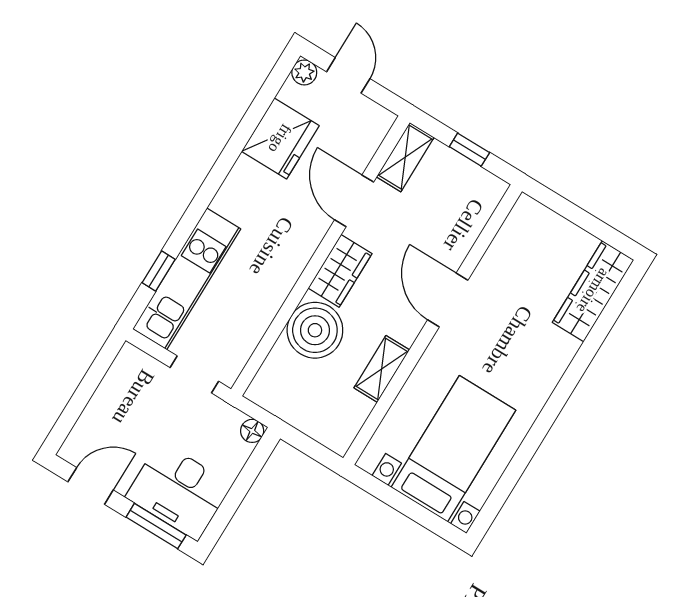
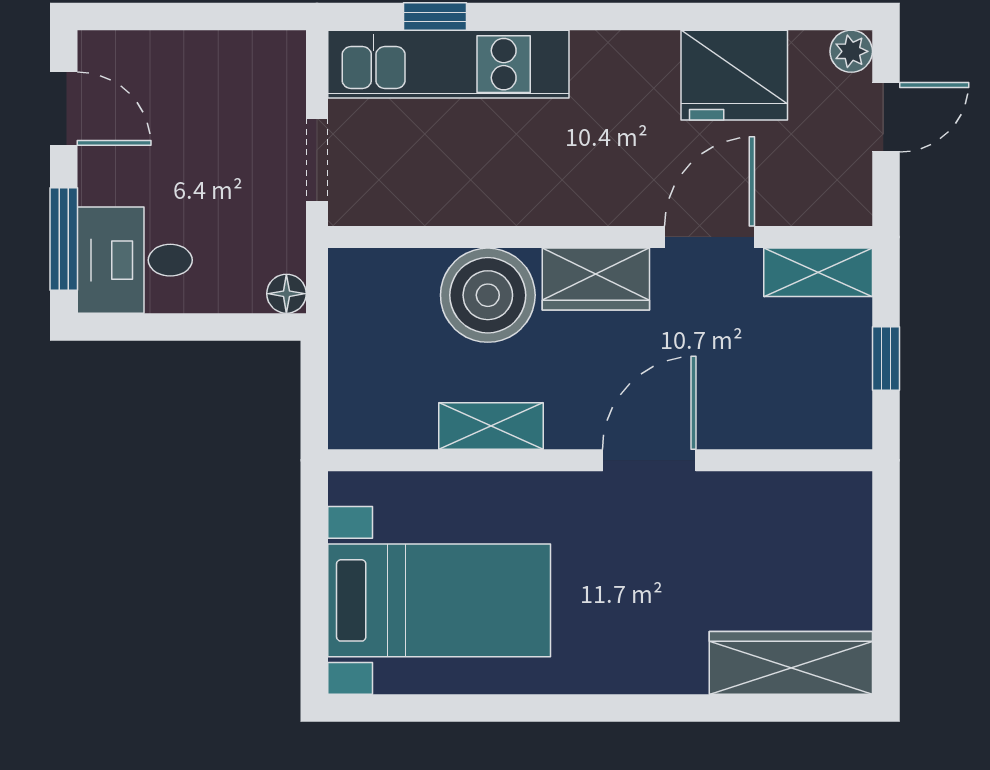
desk: (179, 491) -> (135, 260), width x0.73

